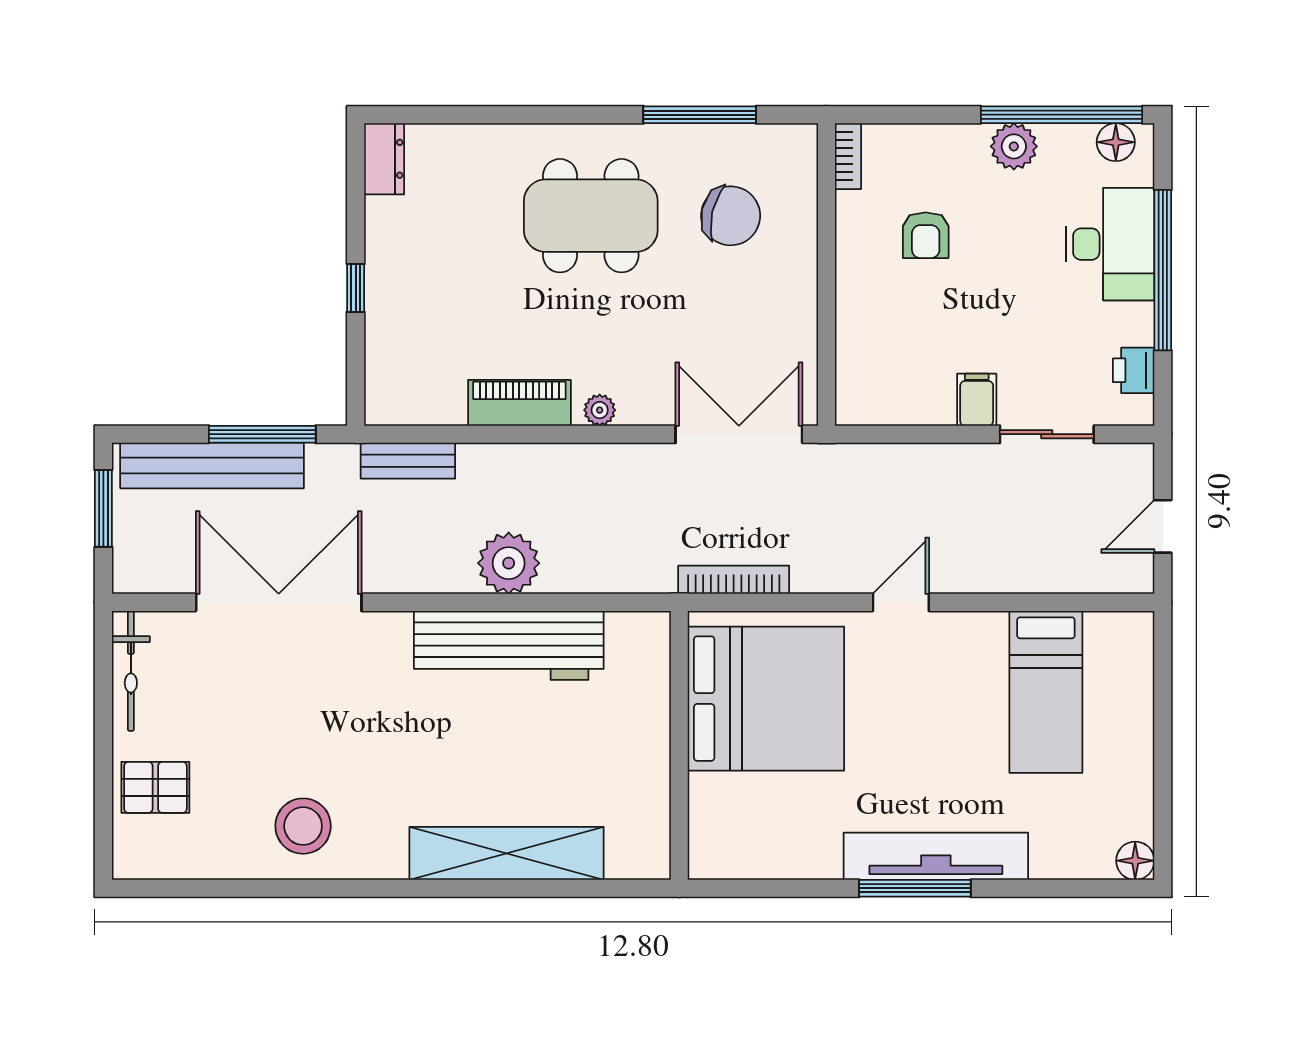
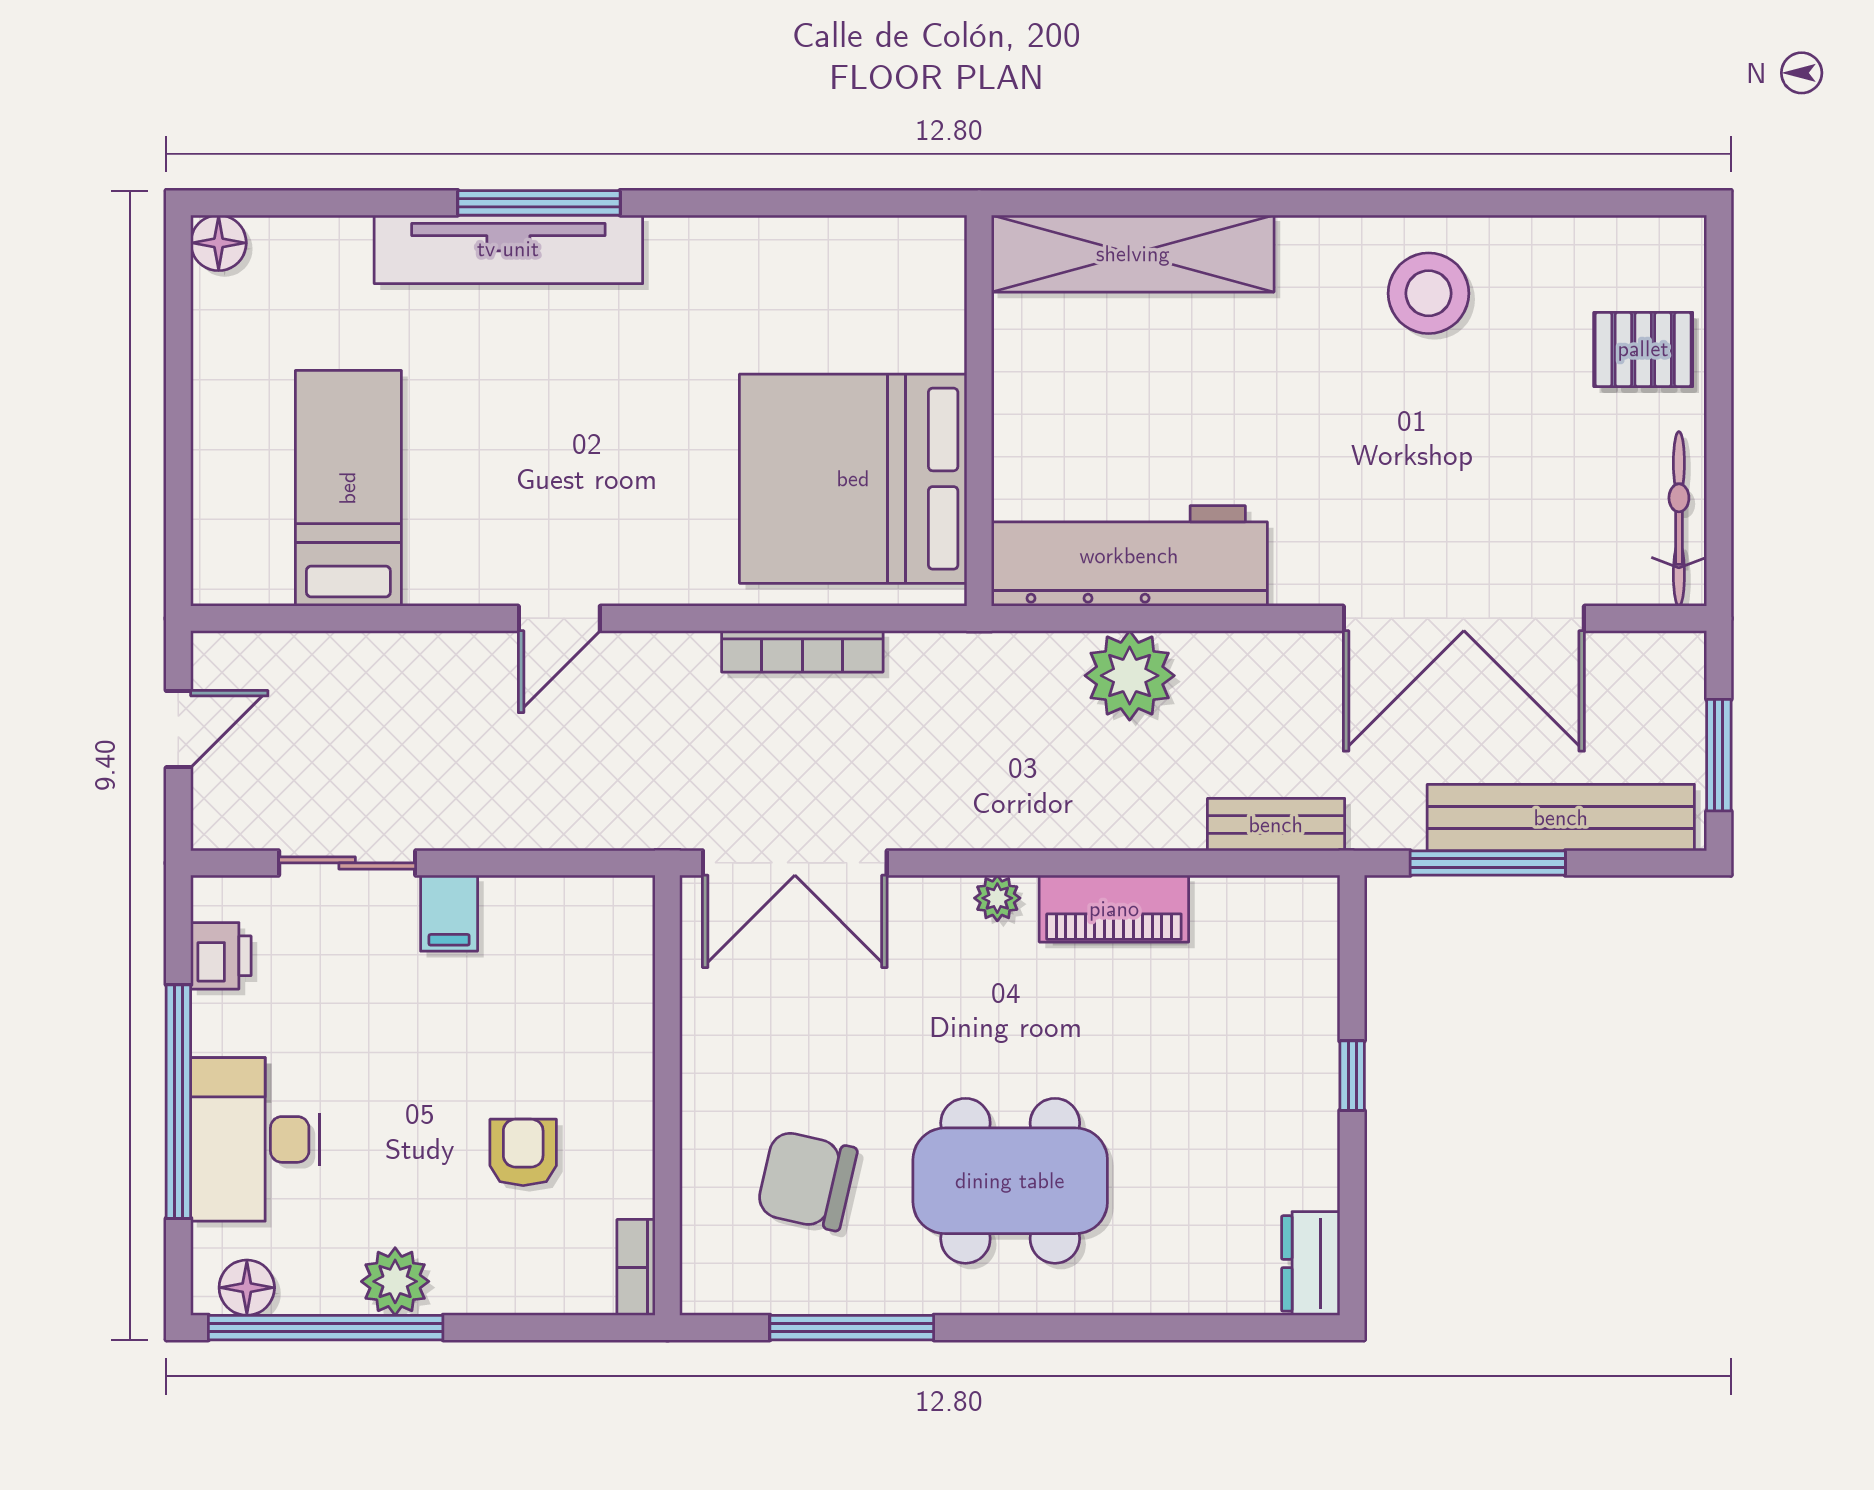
bed: (766, 699) -> (853, 479), moved
wall: (679, 745) -> (979, 411), moved

